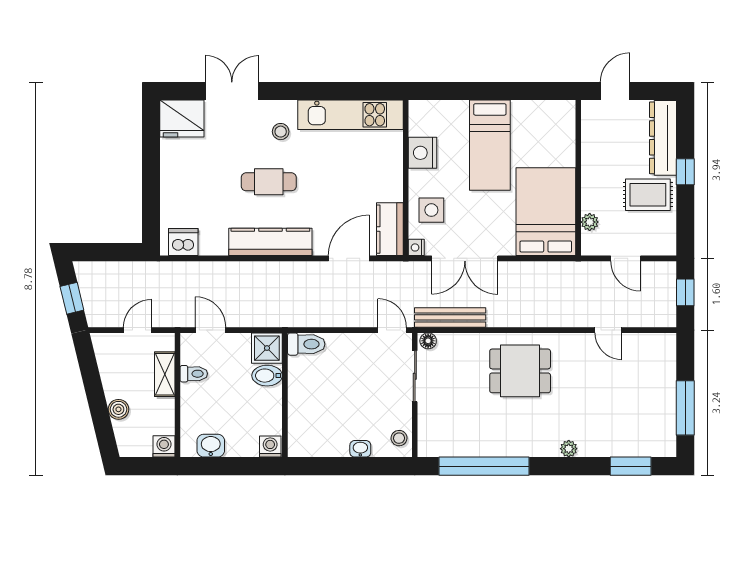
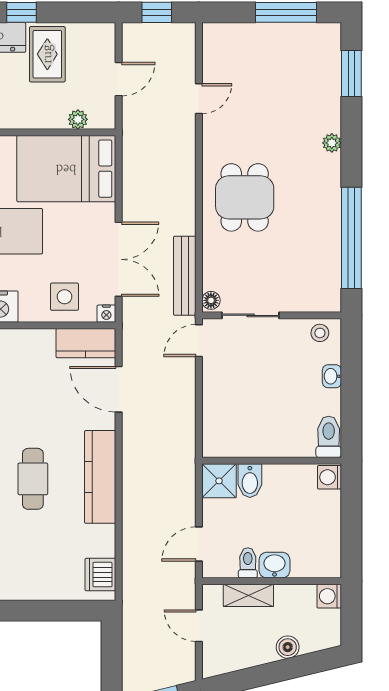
toilet: (306, 344) -> (329, 437), moved
washbasin: (211, 446) -> (274, 565), moved, turned 90

